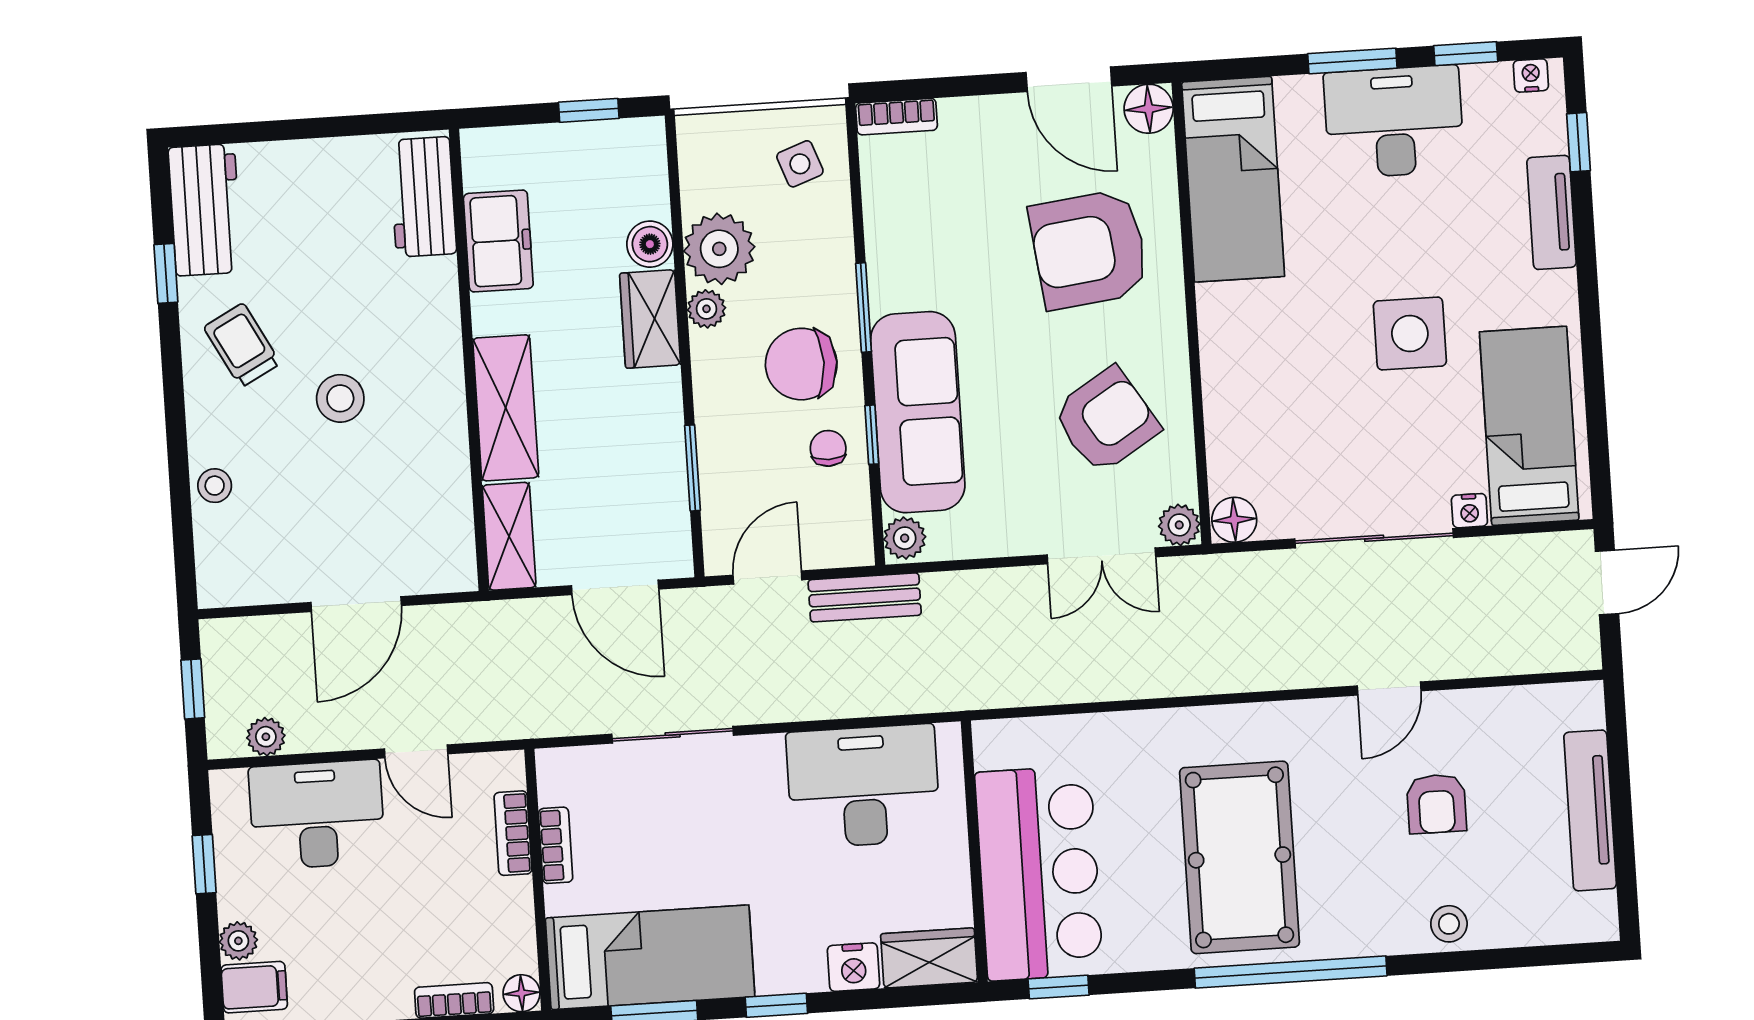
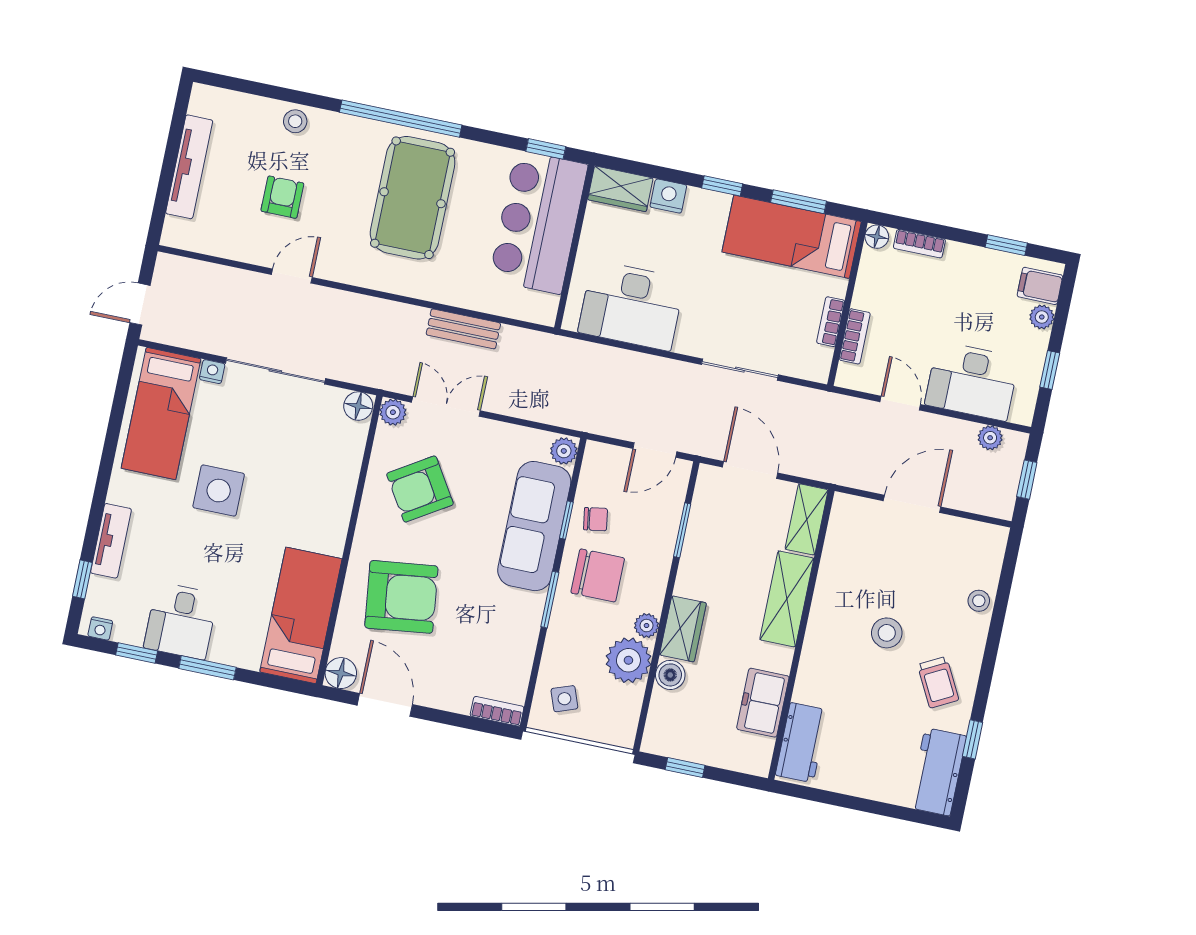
desk: (1394, 122) -> (181, 621), width x0.73
chair: (828, 448) -> (596, 519), turned -99
bench: (865, 597) -> (463, 329), moved

